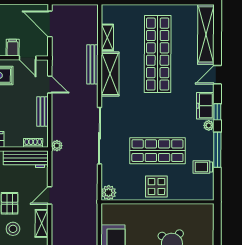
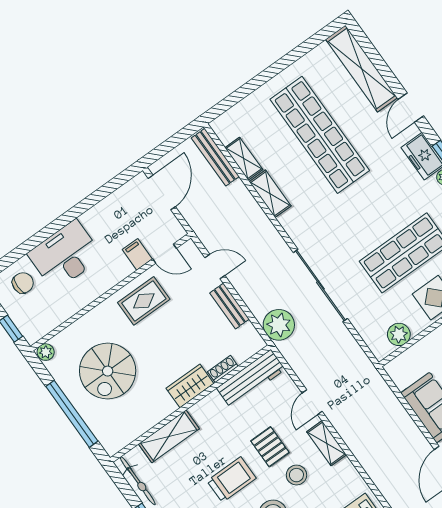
door: (50, 24) -> (162, 192), swing flipped
bench: (92, 64) -> (215, 157), moved
shelving: (110, 74) -> (270, 194), width x0.67, depth x0.75
shoe rack: (33, 143) -> (223, 369), moved
plant: (57, 146) -> (279, 325), width x1.88, depth x1.88
plant: (109, 193) -> (399, 334), moved

